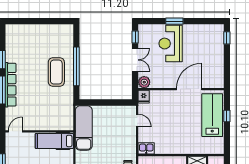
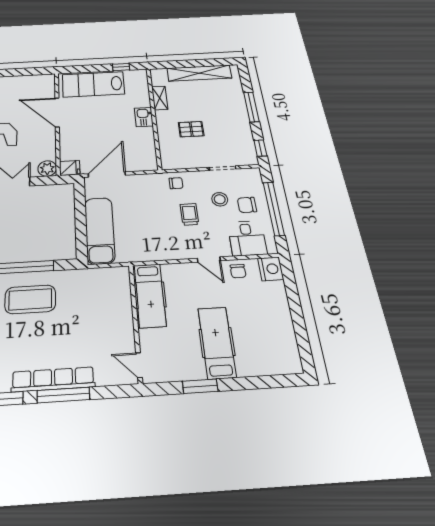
window: (227, 116) -> (121, 67), moved
door: (137, 121) -> (107, 174), width x1.87
exam couch: (84, 128) -> (100, 230), moved, turned 90
kitchen sink: (146, 148) -> (144, 117), moved

